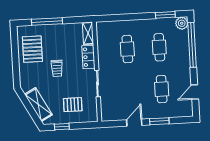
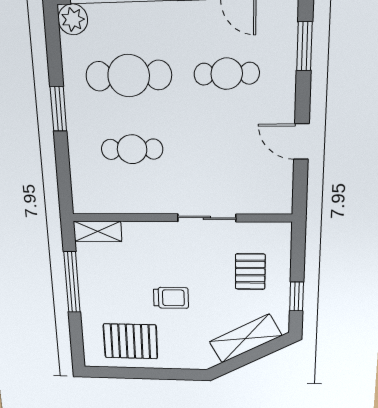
window: (165, 15) -> (58, 109), moved
window: (47, 21) -> (72, 282), moved
cafe table: (159, 47) -> (129, 76), width x1.37, depth x1.35
locker: (88, 57) -> (148, 233), removed
window: (159, 121) -> (304, 46), moved

